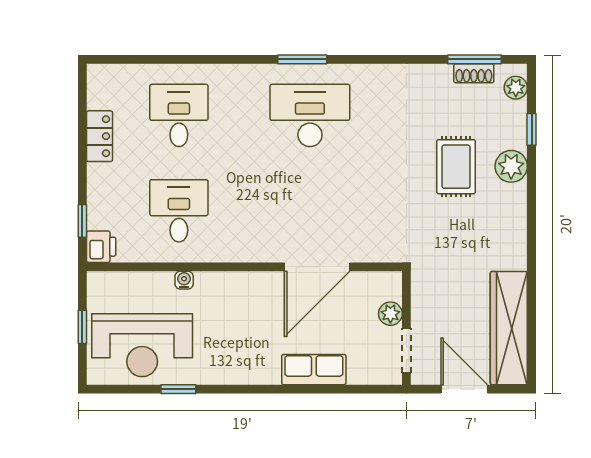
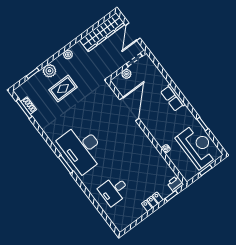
plant: (516, 88) -> (68, 55), moved
desk: (310, 115) -> (82, 148), width x1.36, depth x1.30
locker: (100, 136) -> (152, 202), moved
desk: (179, 211) -> (145, 167), removed
door: (317, 267) -> (129, 109), hinge flipped
row of seats: (314, 370) -> (173, 98), moved

